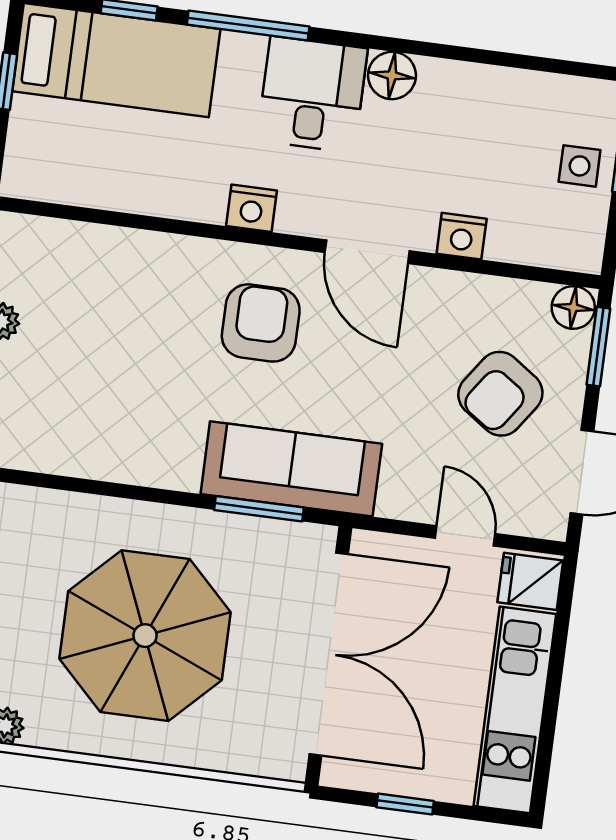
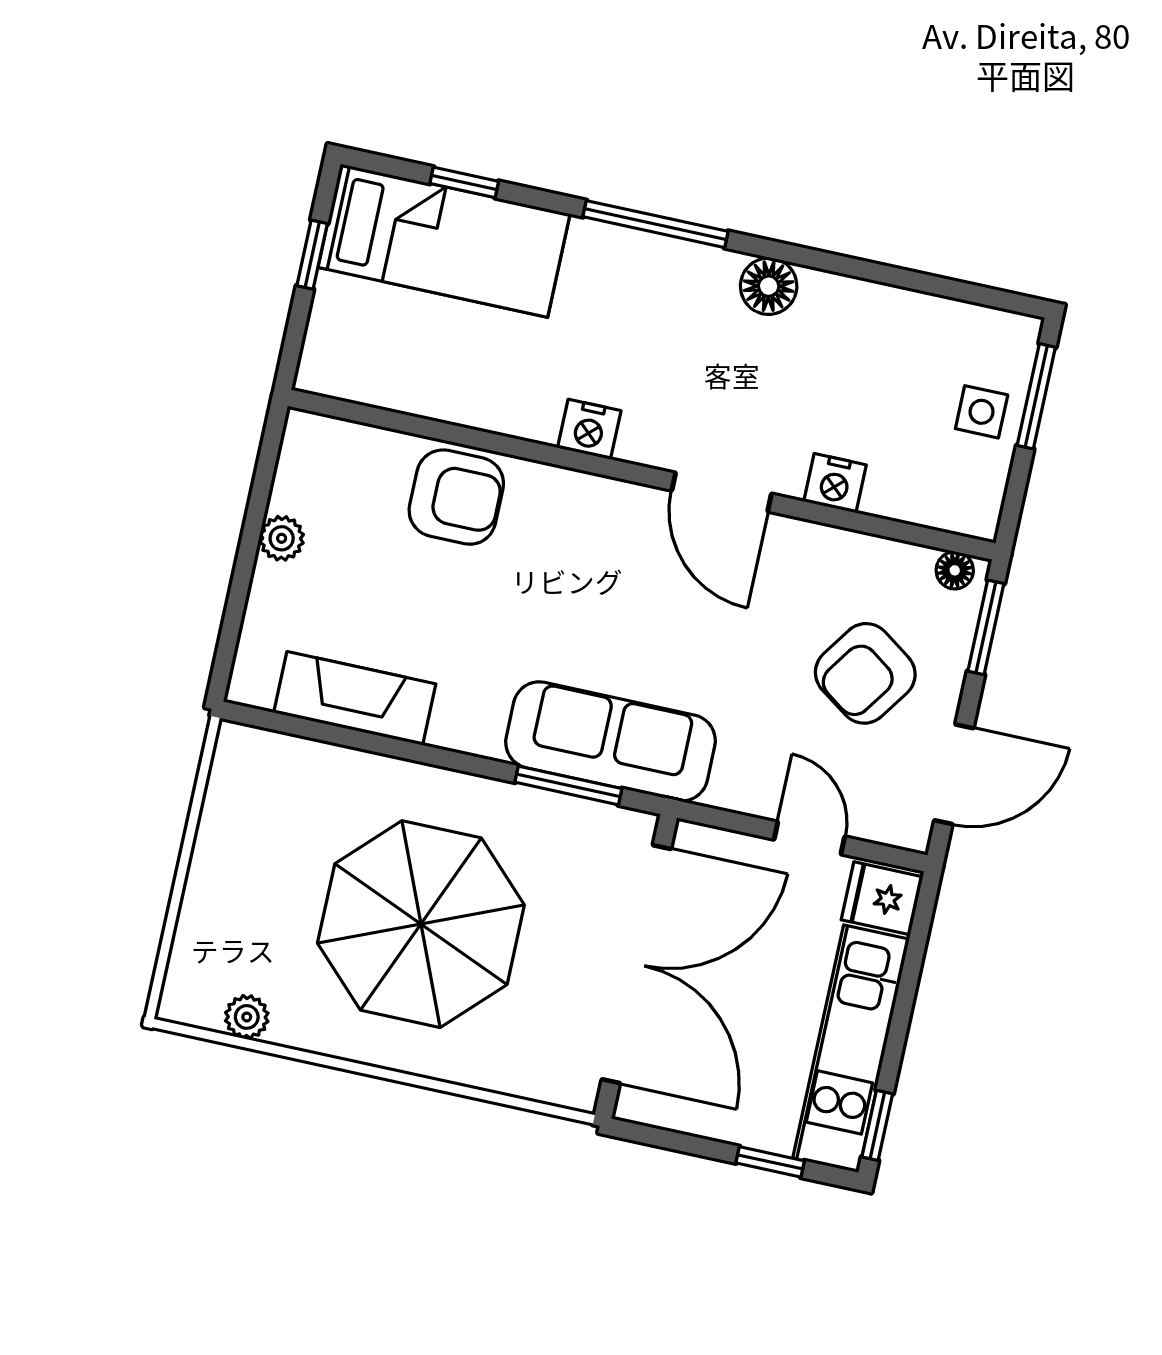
window: (248, 25) -> (655, 224), moved
desk: (312, 94) -> (672, 301), removed
floor lamp: (573, 307) -> (955, 570), width x0.73, depth x0.73
armchair: (261, 323) -> (456, 497), moved, turned 90
fireplace: (74, 451) -> (355, 698), added
window: (542, 772) -> (877, 1125), added
window: (405, 804) -> (770, 1162), moved

